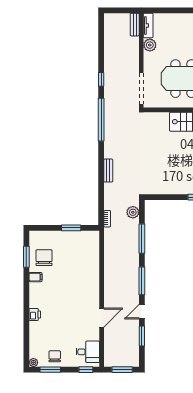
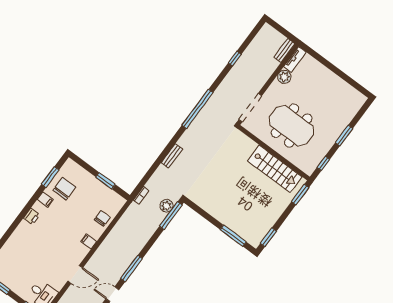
window: (101, 79) -> (235, 59), moved
window: (142, 239) -> (171, 216), moved
filing cabinet: (93, 285) -> (89, 241), added
printer: (35, 315) -> (32, 216), moved
chair: (55, 356) -> (102, 218), moved

